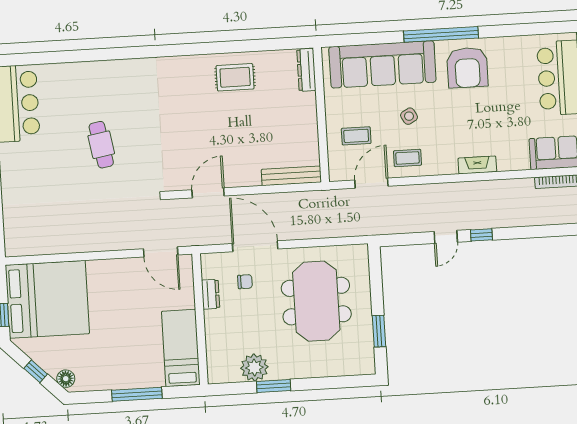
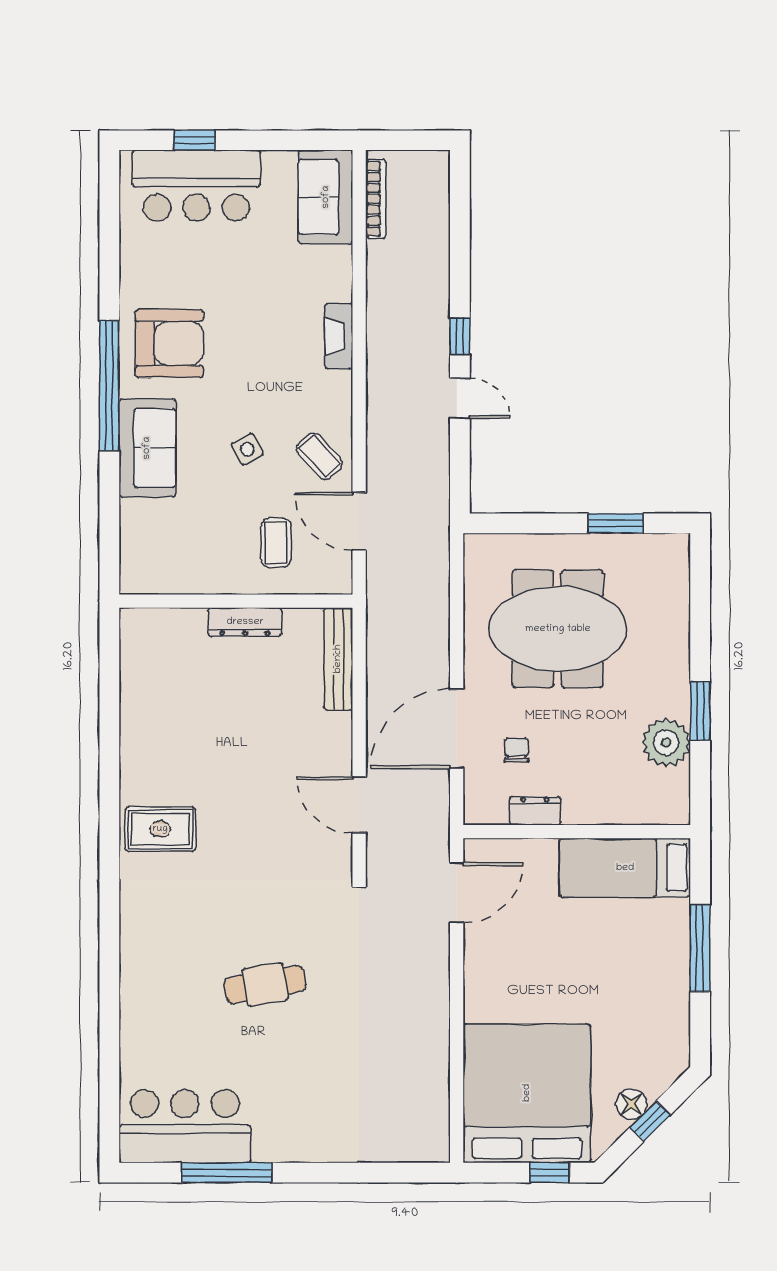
sofa: (382, 64) -> (147, 448), width x0.54, depth x0.79
dresser: (306, 70) -> (245, 622), moved
rug: (235, 77) -> (160, 829), moved, turned 90
coffee table: (407, 158) -> (319, 456), turned -42
floor lamp: (66, 379) -> (631, 1104), moved

